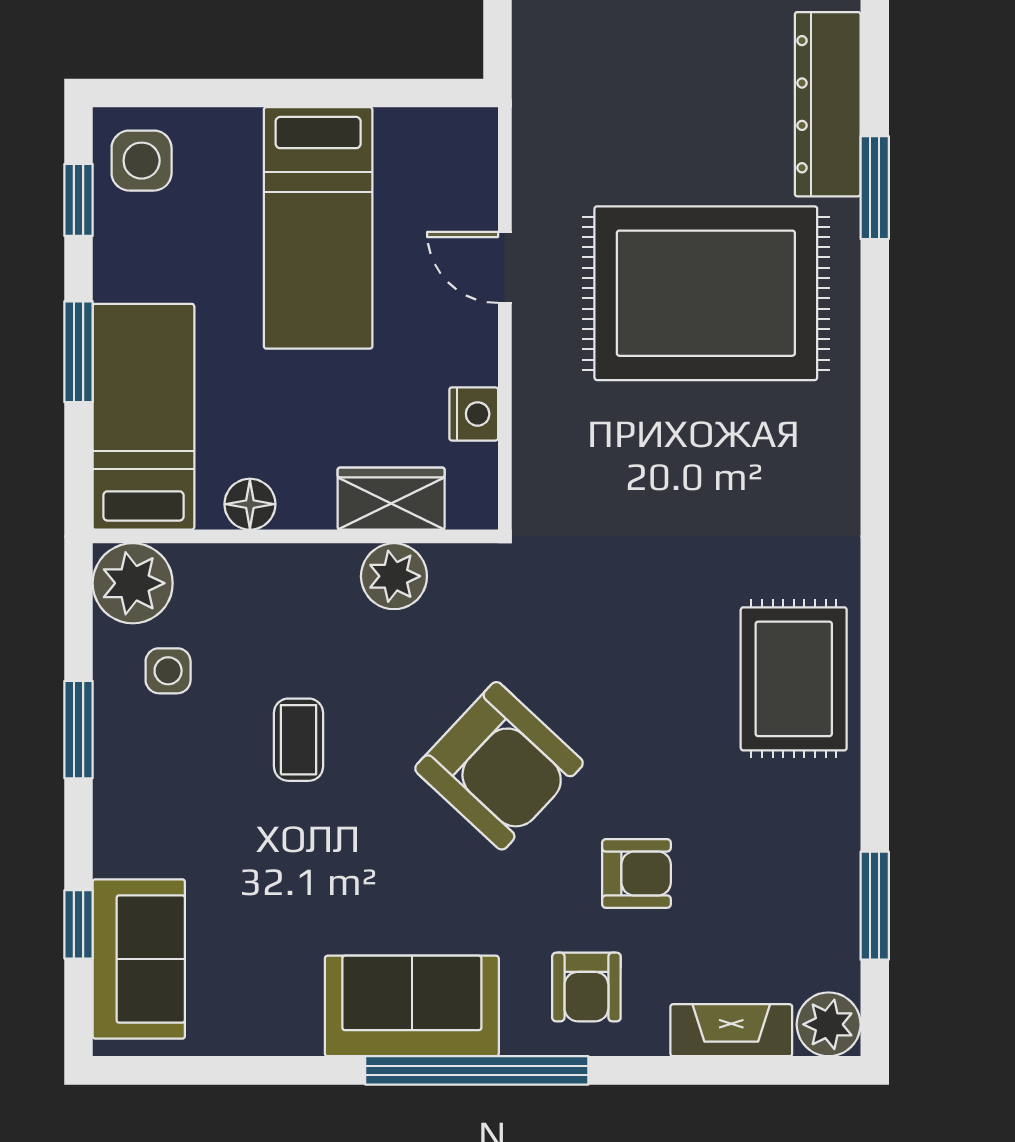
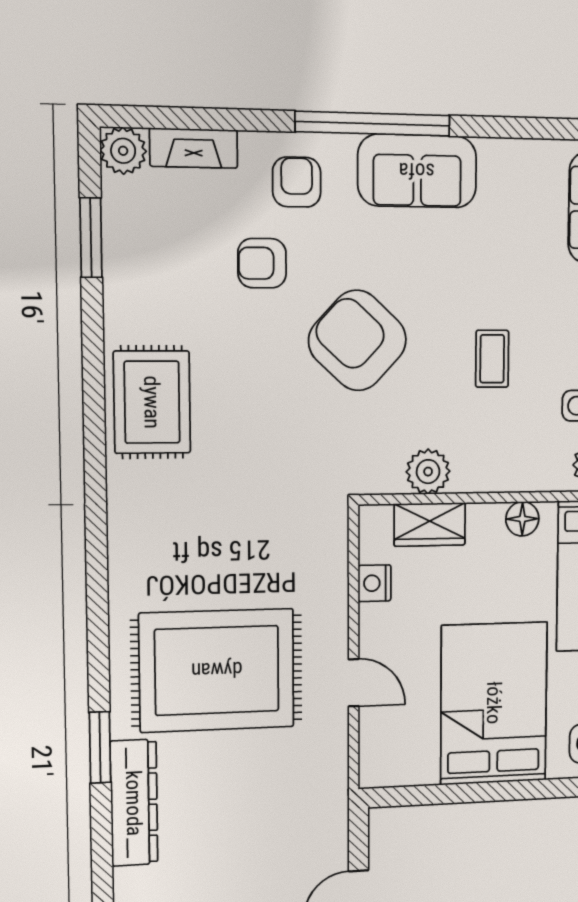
bed: (318, 228) -> (494, 703), width x1.50

